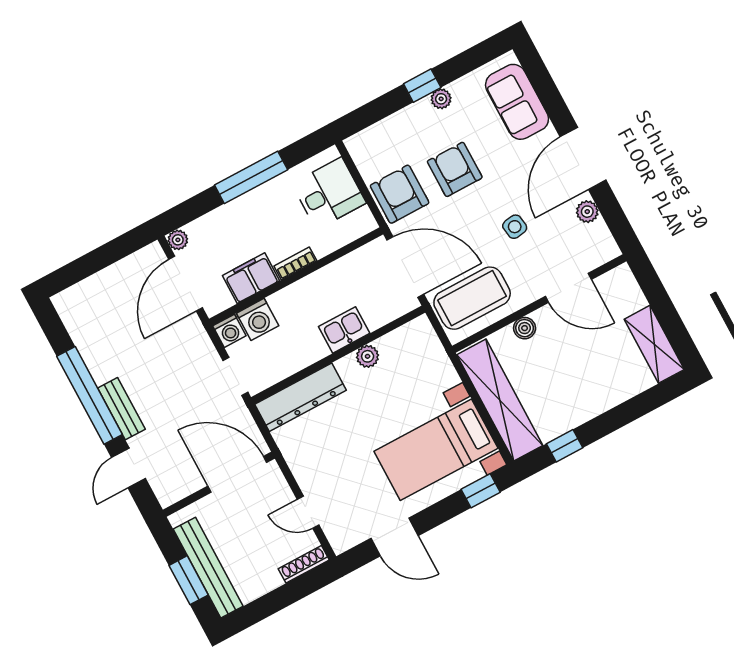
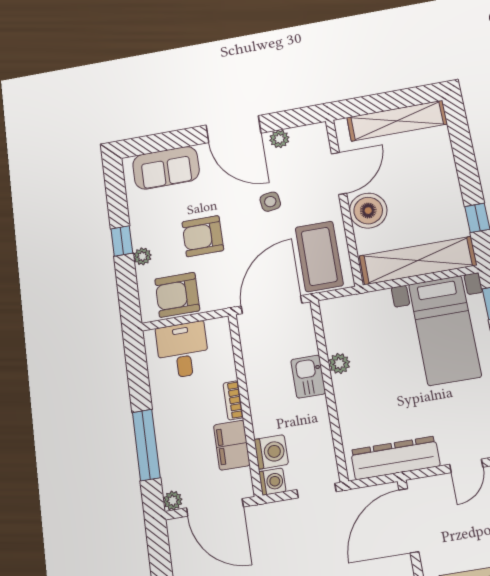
plant: (441, 99) -> (142, 256), moved
window: (251, 177) -> (146, 445), moved
armchair: (400, 194) -> (177, 295), moved
boiler: (525, 328) -> (368, 211), width x1.86, depth x1.86
shelving: (654, 344) -> (397, 121), width x1.47
dresser: (301, 397) -> (395, 458), moved, turned -90

